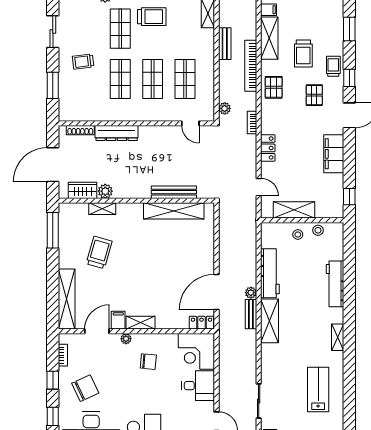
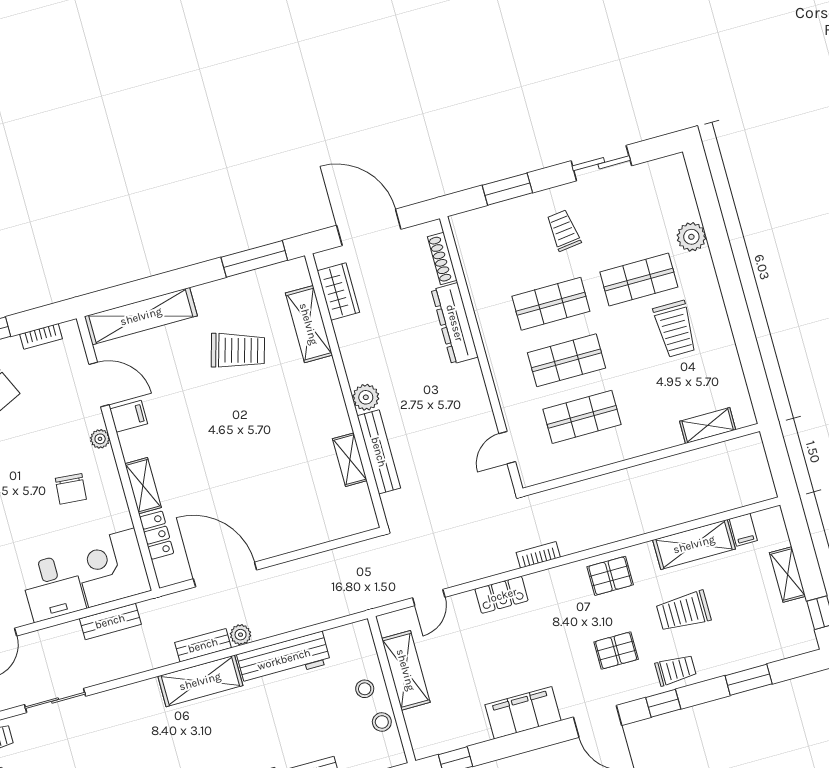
bench: (225, 44) -> (110, 621), moved
bookcase: (251, 66) -> (637, 525), removed
plant: (225, 108) -> (550, 500), removed
plant: (105, 191) -> (366, 397), moved
shelving: (102, 209) -> (309, 324), width x1.50, depth x1.33
shelving: (174, 211) -> (350, 460), width x0.45, depth x0.75
shelving: (141, 323) -> (143, 486), moved
locker: (202, 323) -> (157, 535), moved

